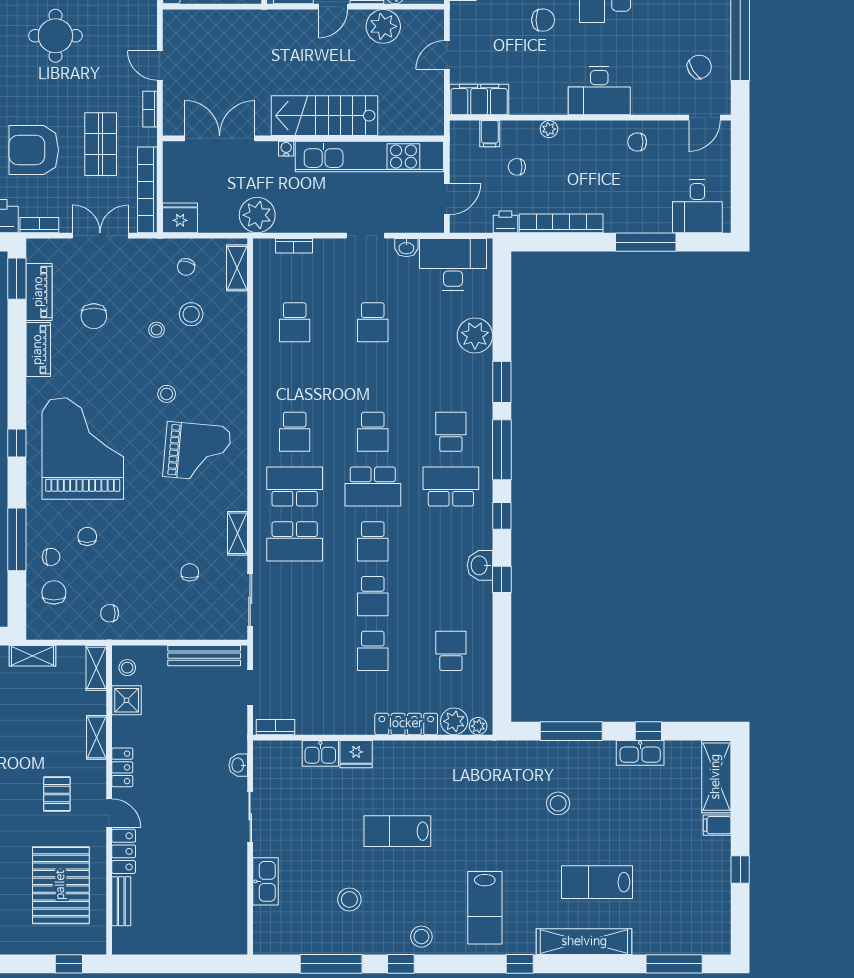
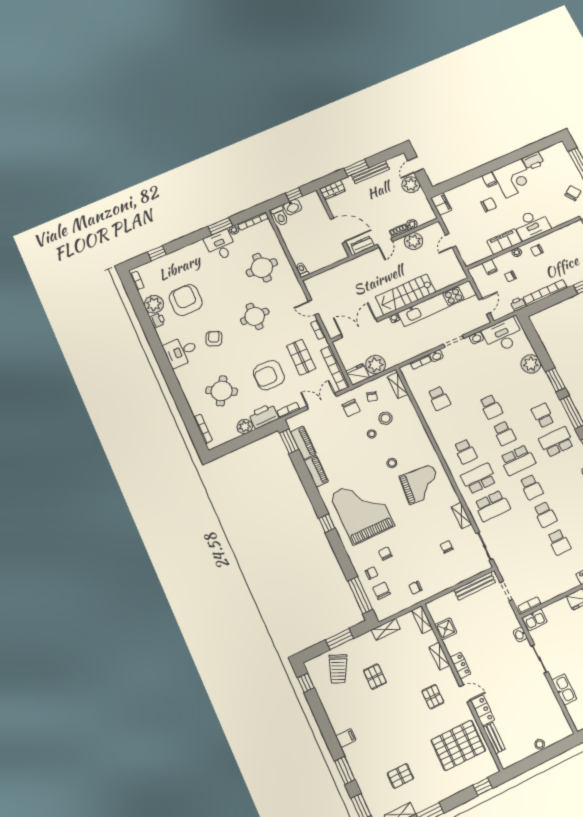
filing cabinet: (479, 100) -> (504, 242), moved
chair: (637, 142) -> (537, 250), moved
plant: (257, 215) -> (375, 365), moved
washbasin: (325, 247) -> (436, 356), added
chair: (94, 316) -> (351, 408), moved
school desk: (373, 322) -> (491, 407), moved
window: (17, 539) -> (360, 595), moved
stool: (127, 668) -> (540, 744), moved
kitchen sink: (320, 753) -> (535, 620), moved
pallet: (61, 885) -> (458, 745), turned 90

